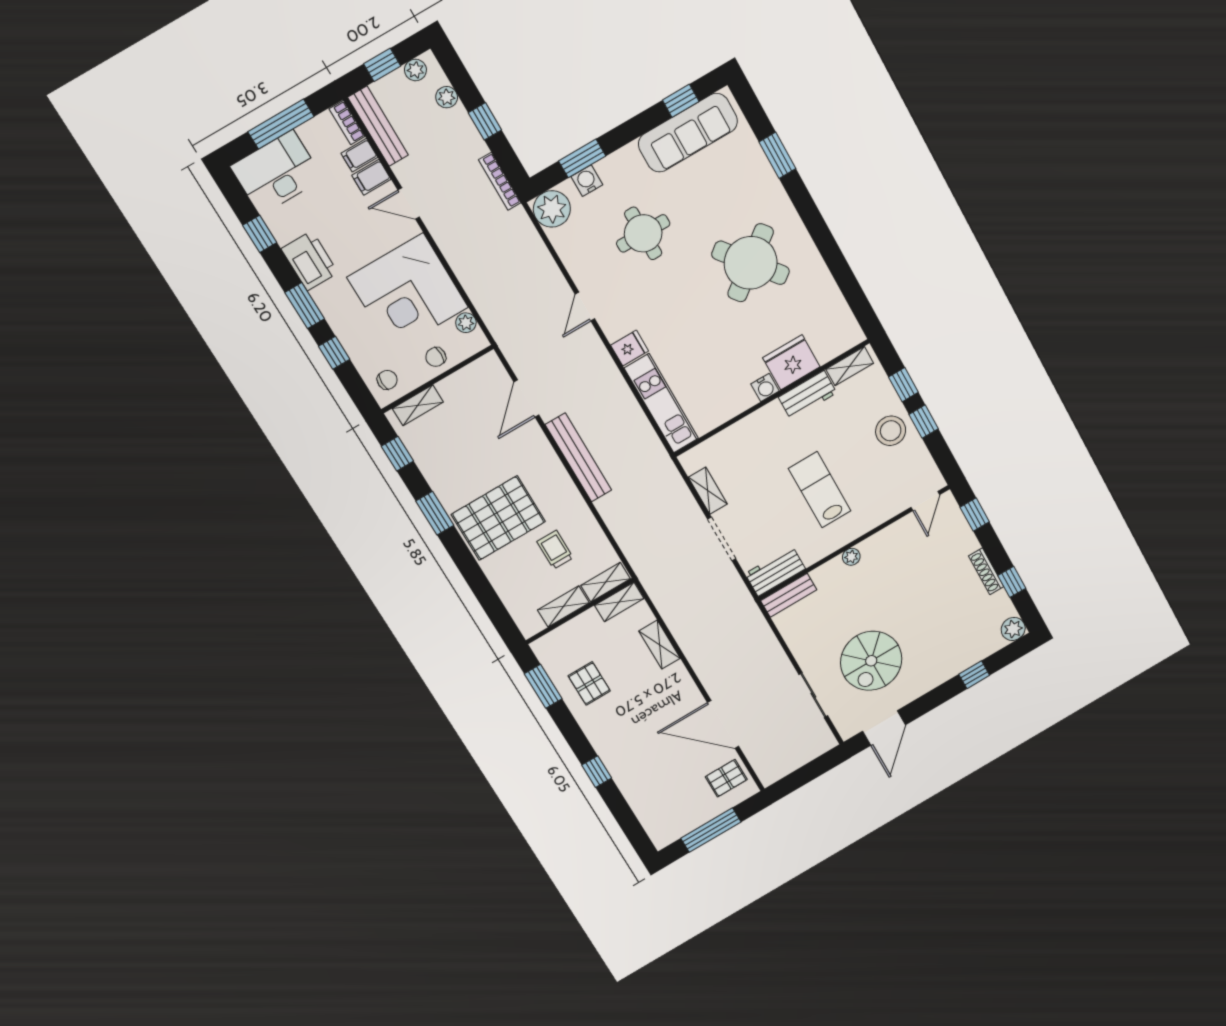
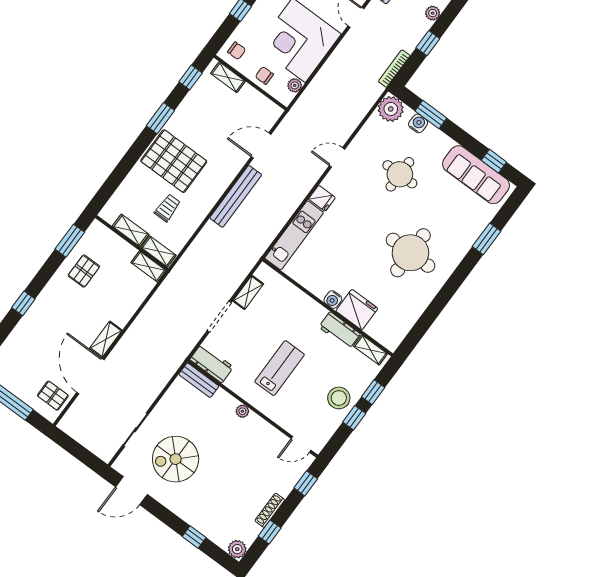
round table: (751, 263) -> (410, 253), turned 38
shelving: (660, 645) -> (106, 339), moved

